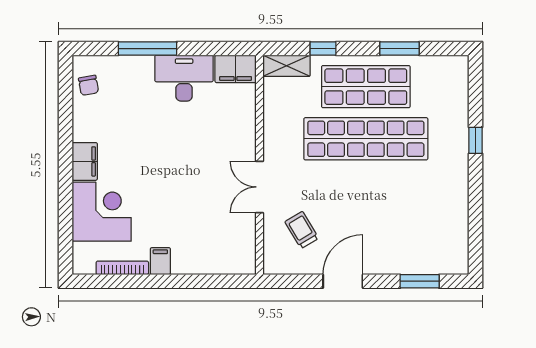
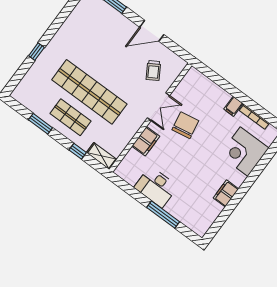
filing cabinet: (236, 69) -> (146, 141), moved, turned 90
chair: (89, 85) -> (185, 125), moved, width x1.87, depth x1.87
shop shelf: (366, 87) -> (71, 117), width x0.70, depth x0.74
filing cabinet: (85, 161) -> (226, 193), moved

